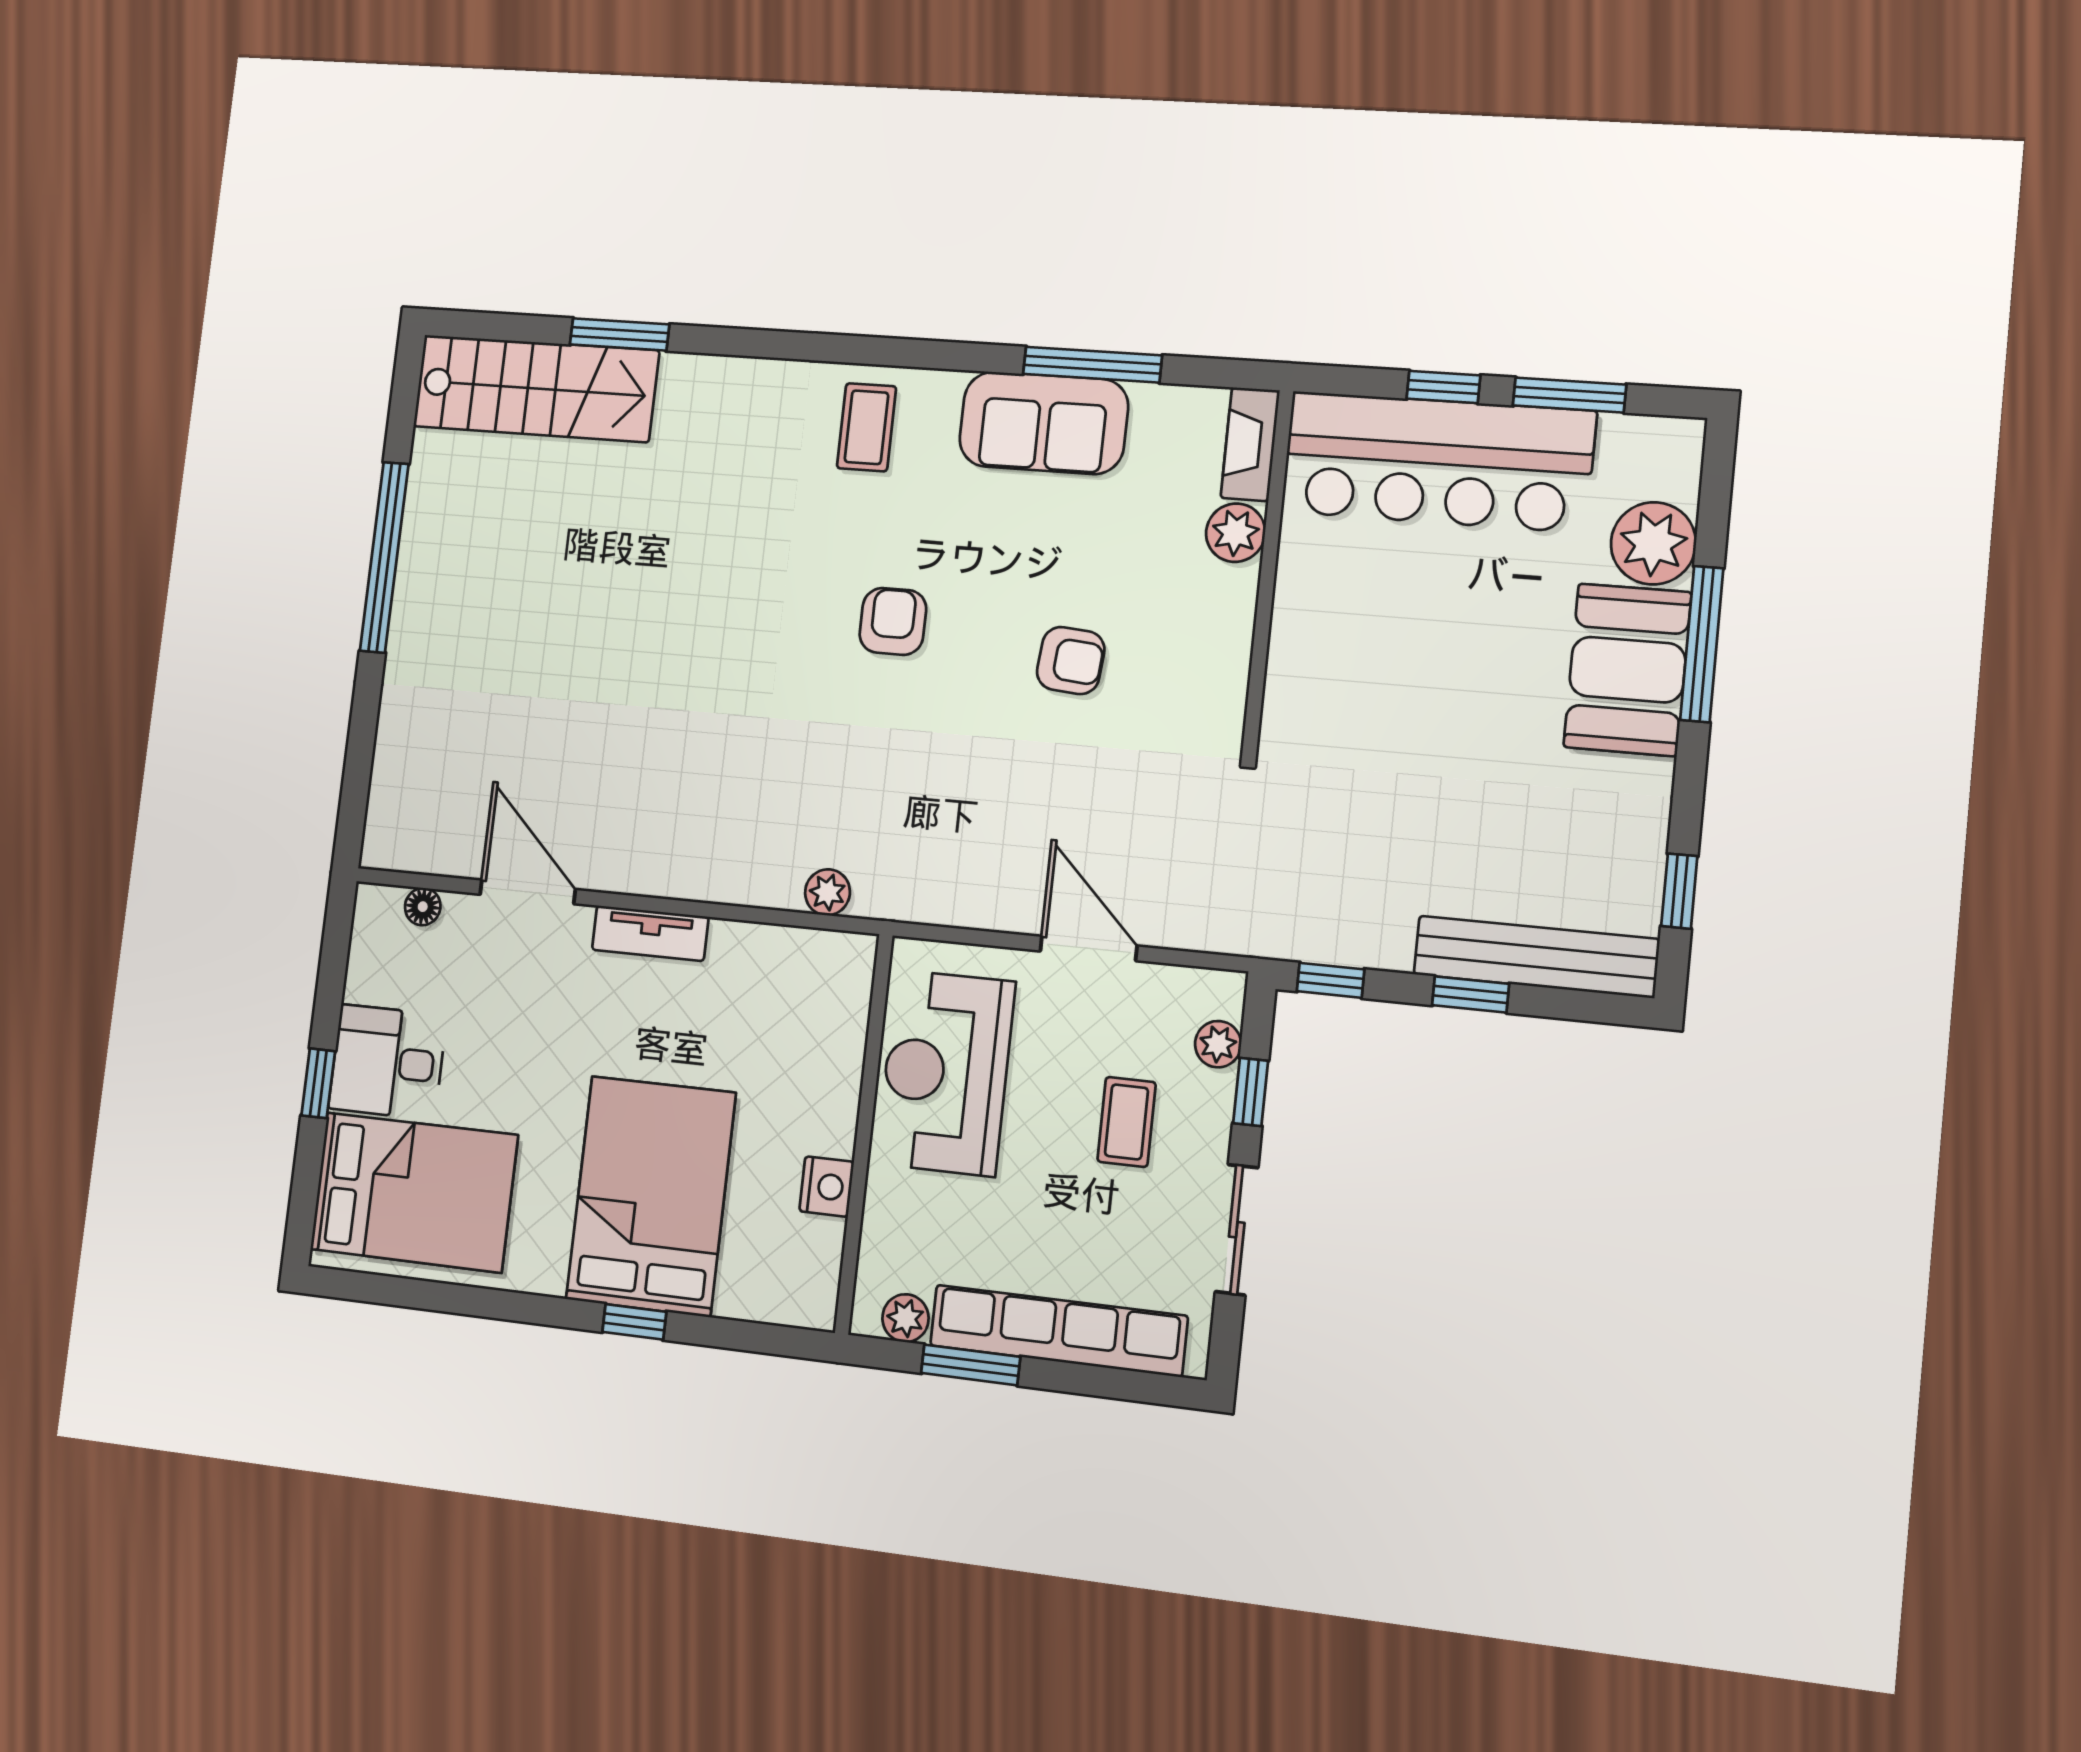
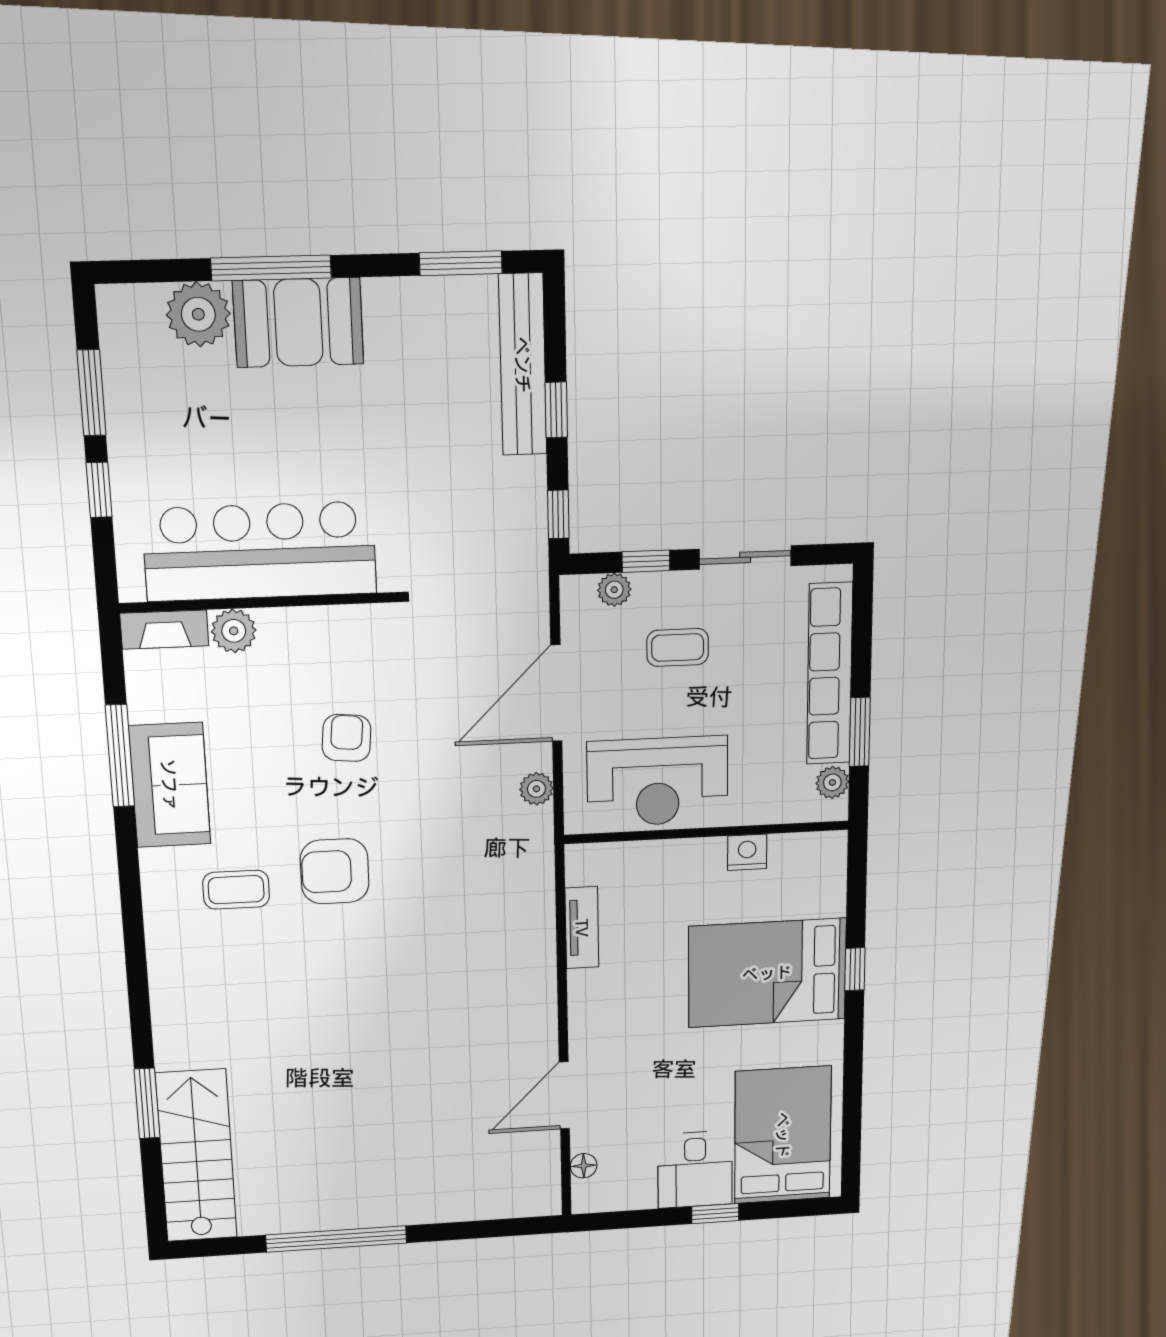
coffee table: (867, 427) -> (236, 890), moved
bar counter: (1438, 462) -> (260, 551), moved, turned -90
armchair: (893, 621) -> (335, 871), width x1.38, depth x1.38
window: (1679, 891) -> (461, 263), width x1.50
plant: (827, 892) -> (536, 789), moved
tv unit: (650, 933) -> (582, 928), moved
door: (1089, 948) -> (556, 693), width x1.36

